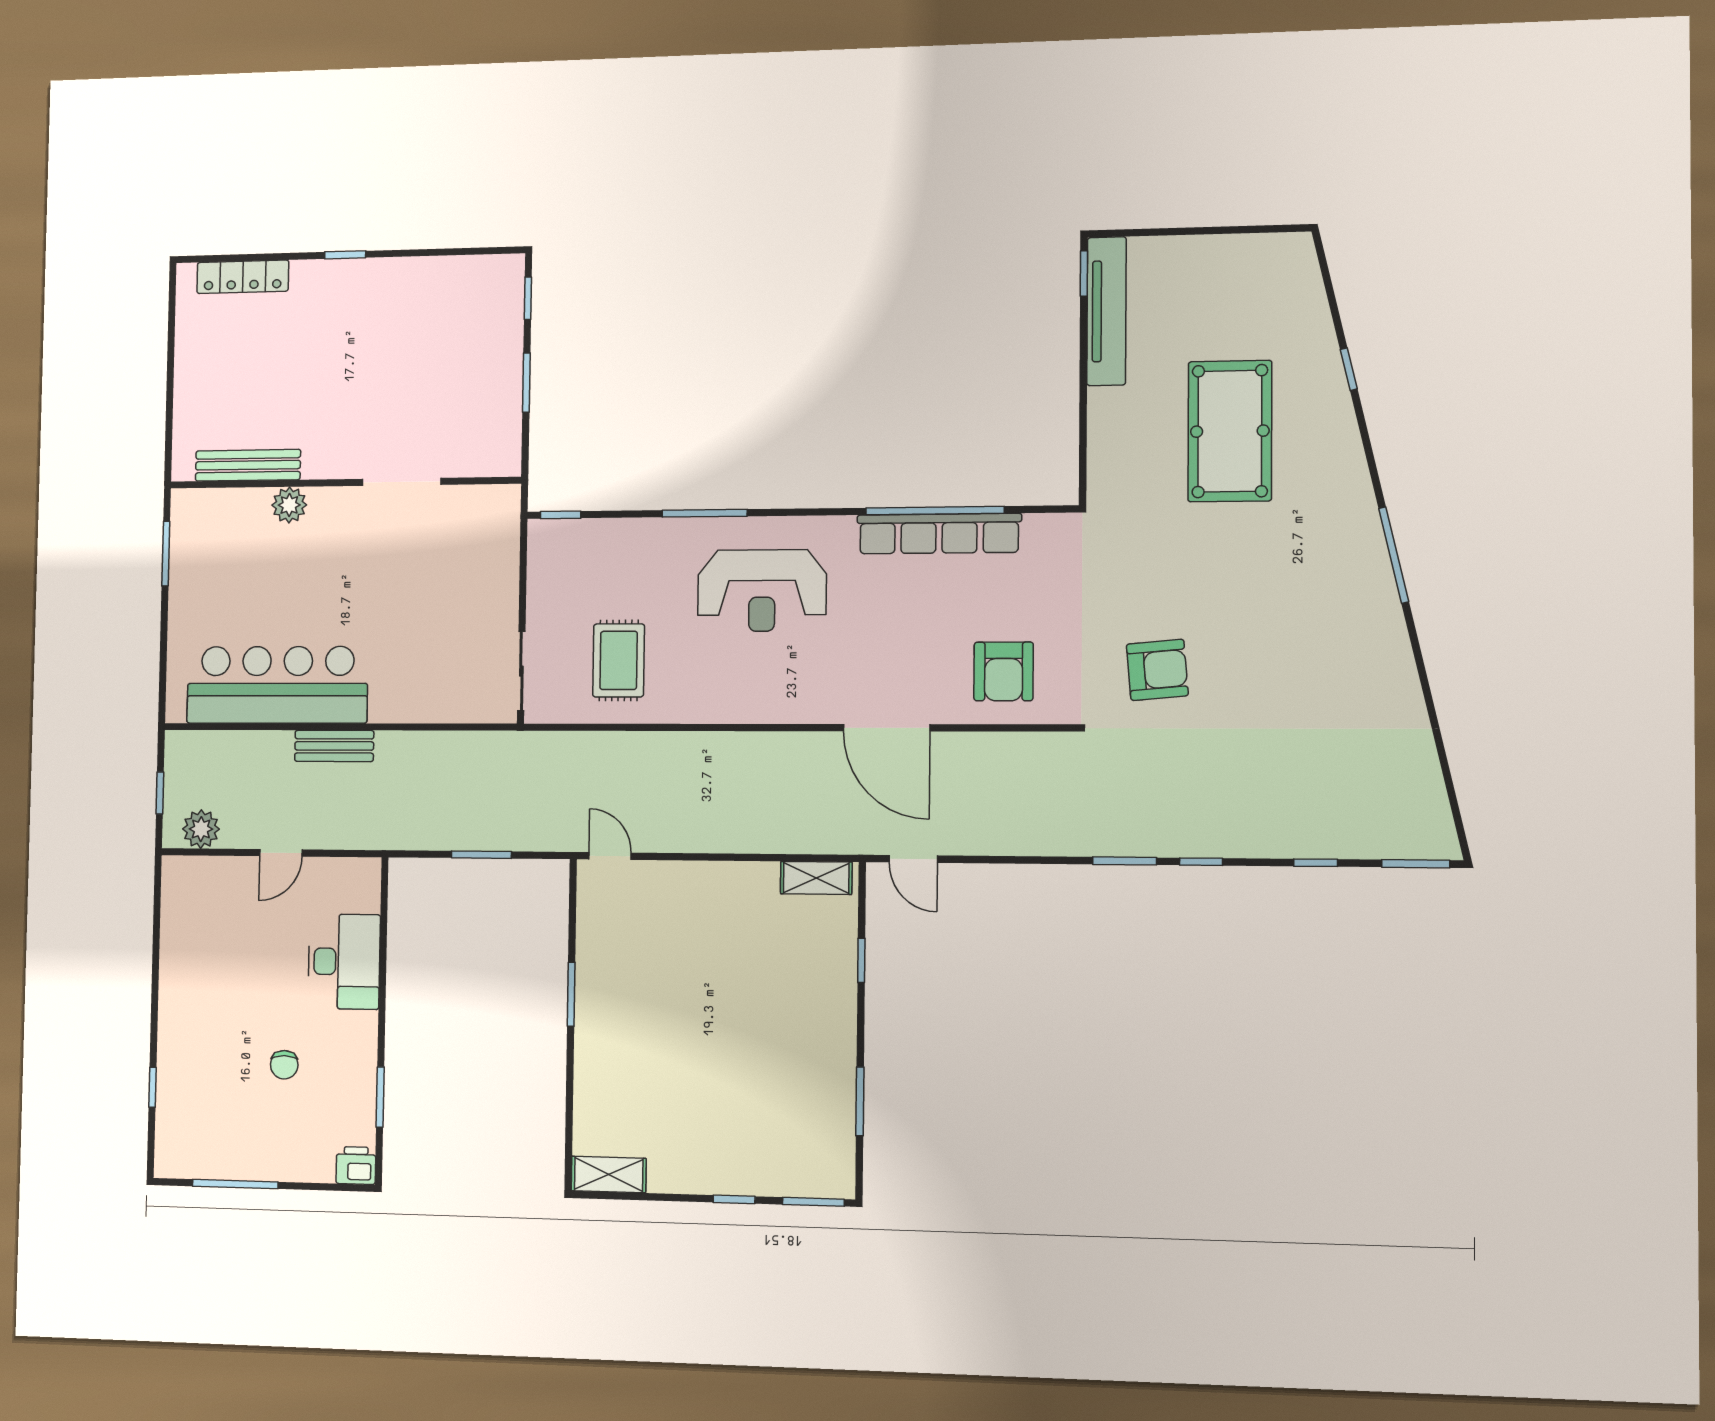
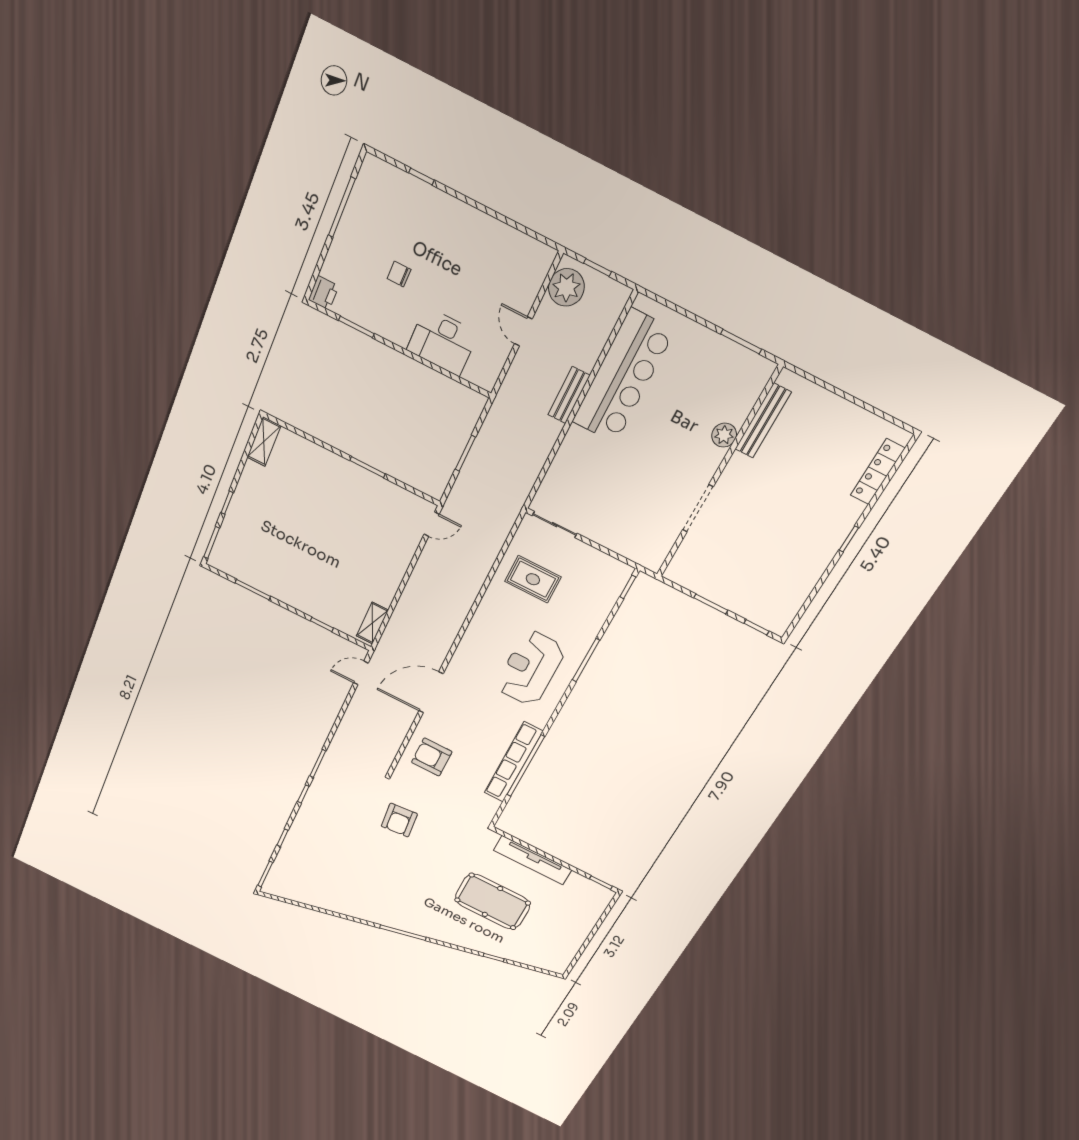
tv unit: (1106, 311) -> (533, 860), moved
plant: (201, 829) -> (566, 287), width x1.36, depth x1.36

